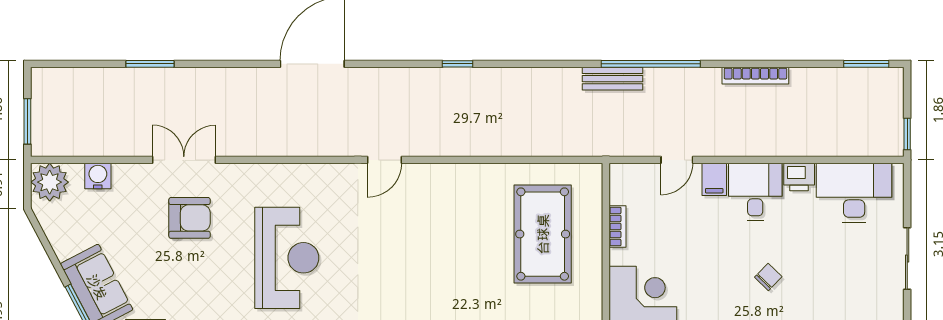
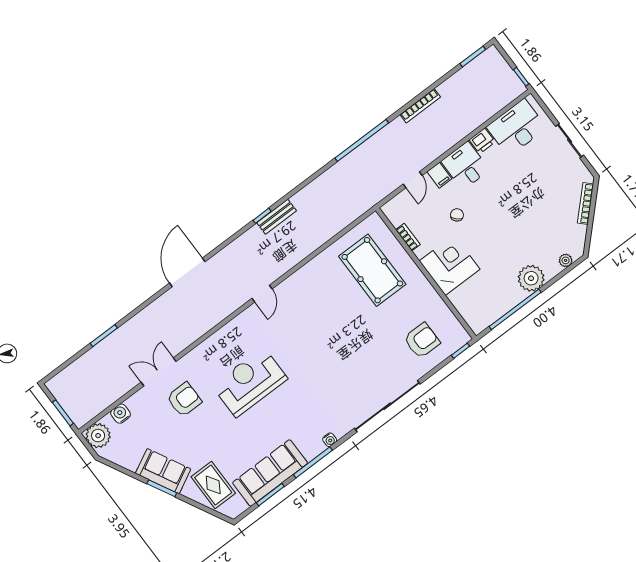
bench: (612, 79) -> (277, 217), moved
reception desk: (287, 258) -> (250, 382), turned -90
chair: (768, 277) -> (457, 215), moved

